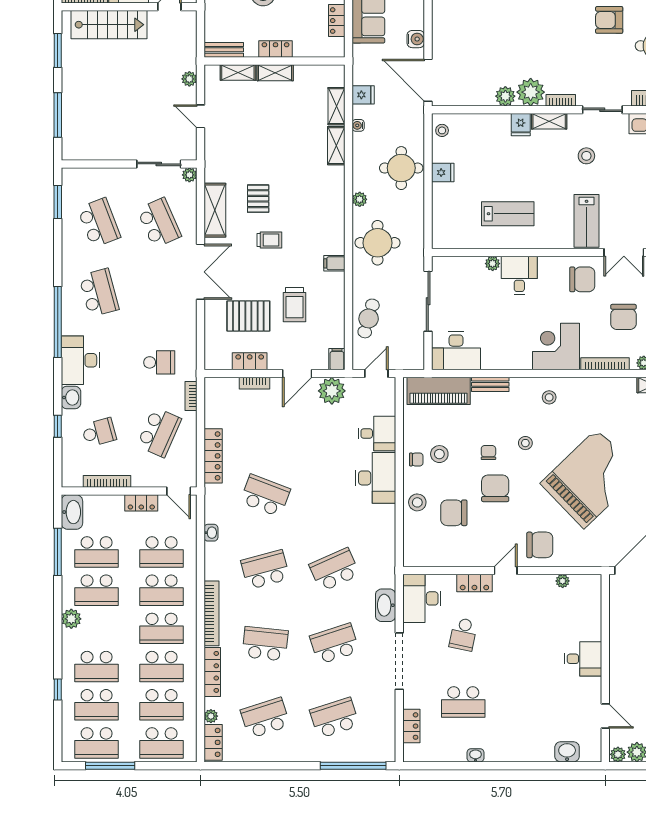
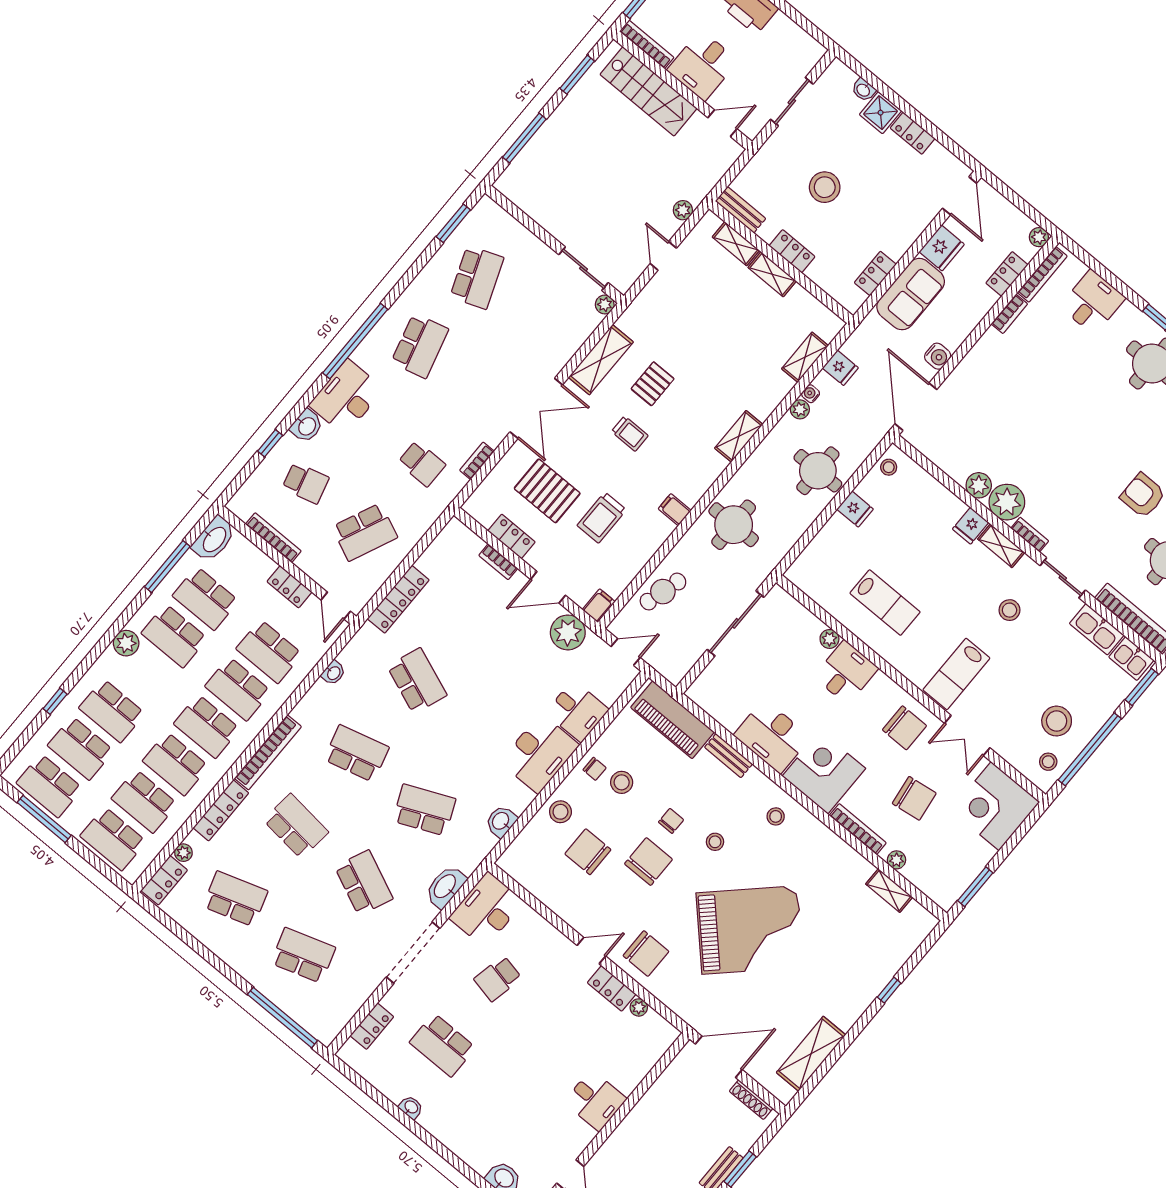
shelving: (336, 146) -> (739, 436), moved
plant: (360, 199) -> (800, 409), moved
school desk: (159, 223) -> (536, 327), removed
chair: (623, 317) -> (914, 798), turned -98
desk: (456, 351) -> (772, 736), moved
bookcase: (191, 396) -> (477, 461), moved
washbasin: (386, 538) -> (501, 821), added
locker: (474, 583) -> (612, 988), moved
school desk: (334, 644) -> (364, 883), turned 42

